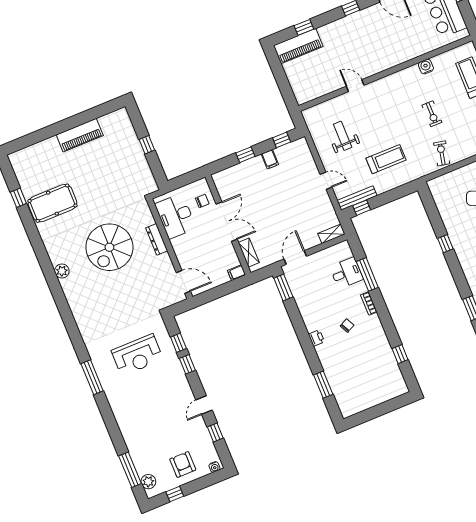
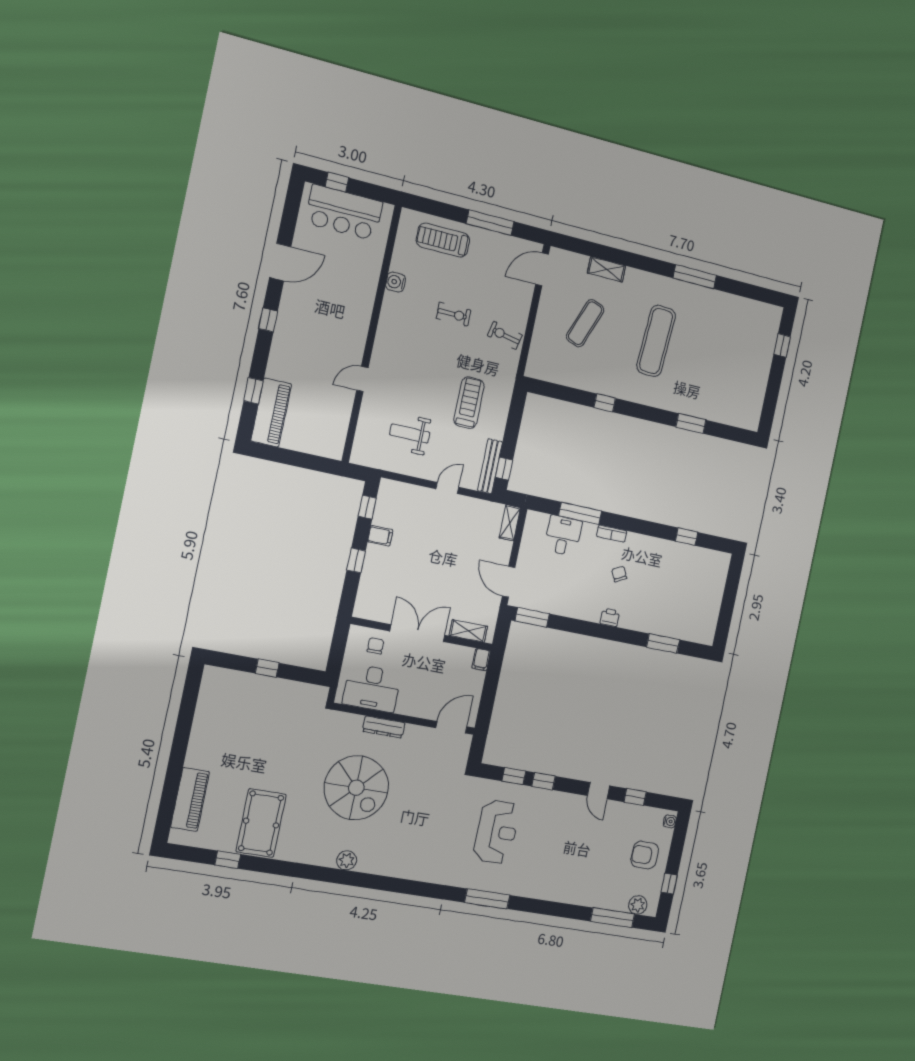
piano: (80, 135) -> (190, 799), moved

